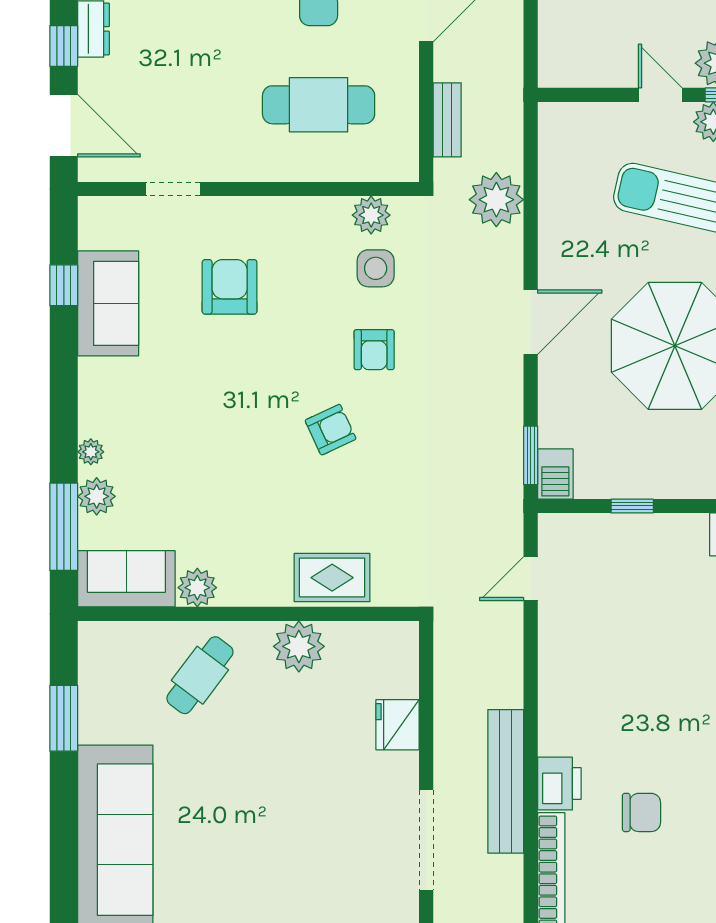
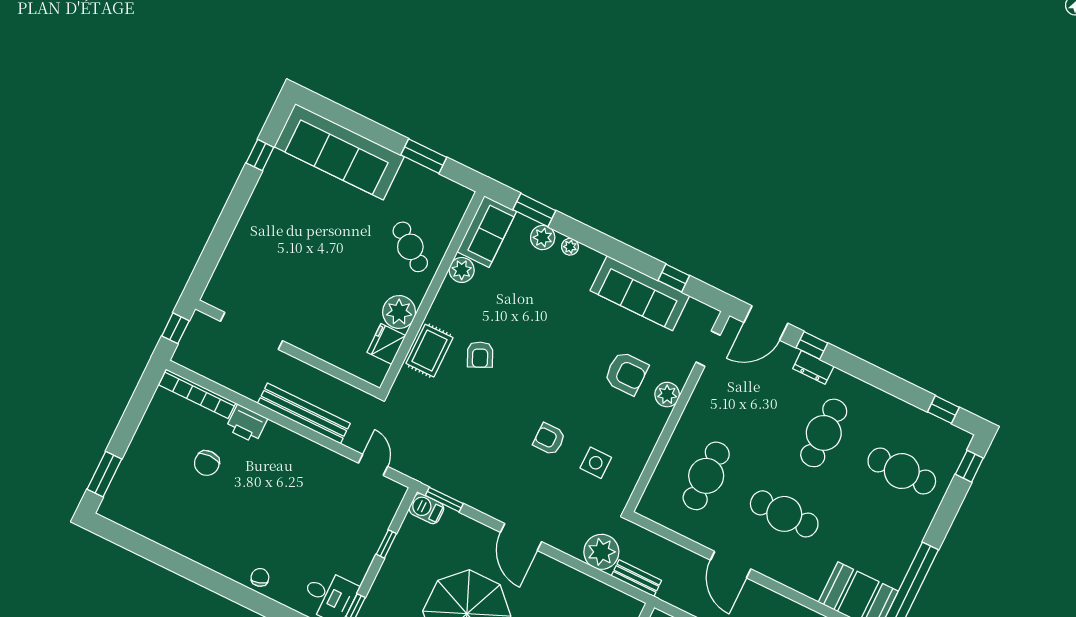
bench: (447, 120) -> (636, 578), moved
doorway: (173, 189) -> (708, 349), moved
plant: (371, 215) -> (667, 395), moved
sofa: (108, 303) -> (640, 293), width x1.36
armchair: (331, 430) -> (480, 355), moved
window: (64, 527) -> (534, 210), width x0.69
fridge: (398, 725) -> (386, 344), moved, turned -90
bench: (506, 781) -> (304, 413), moved

